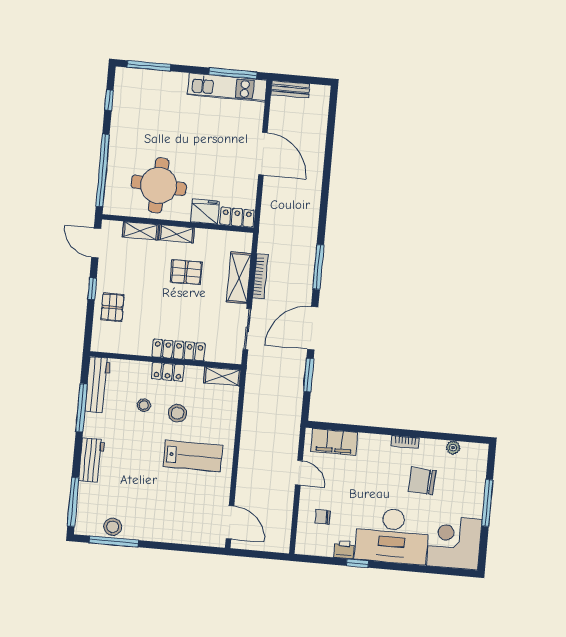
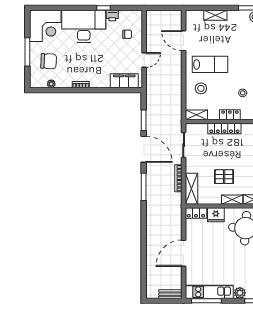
plant: (177, 81) -> (240, 293), added
door: (263, 154) -> (184, 253), hinge flipped
shelving: (239, 278) -> (191, 189), moved
door: (313, 328) -> (144, 149), hinge flipped
stool: (177, 413) -> (201, 88), moved
lab bench: (193, 456) -> (210, 64), turned 180
door: (299, 473) -> (144, 60), swing flipped
chair: (422, 481) -> (49, 61), moved
door: (230, 522) -> (184, 41), moved
shelving: (177, 535) -> (215, 15), added

